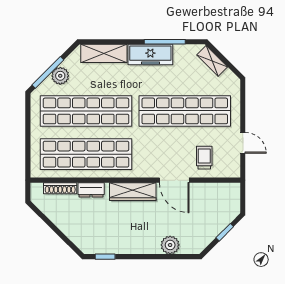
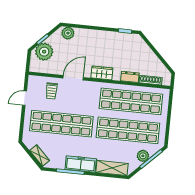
door: (243, 143) -> (25, 98), hinge flipped
door: (174, 180) -> (73, 78), hinge flipped
wardrobe: (133, 192) -> (102, 73), width x0.67
plant: (221, 214) -> (44, 52), added
plant: (170, 245) -> (68, 33), moved

